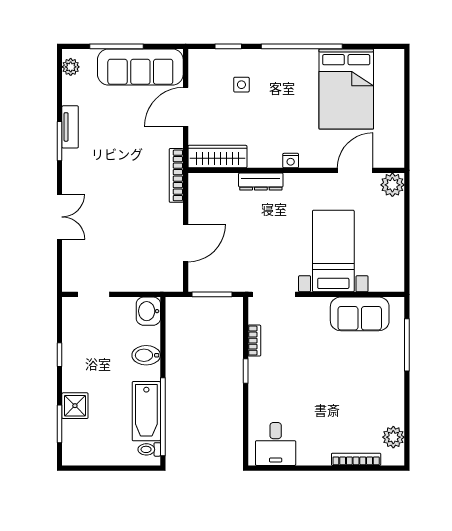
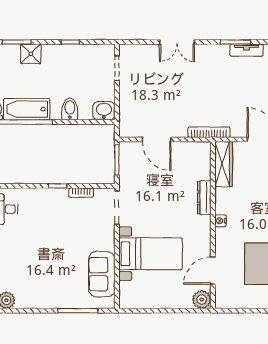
door: (355, 170) -> (213, 271), swing flipped

